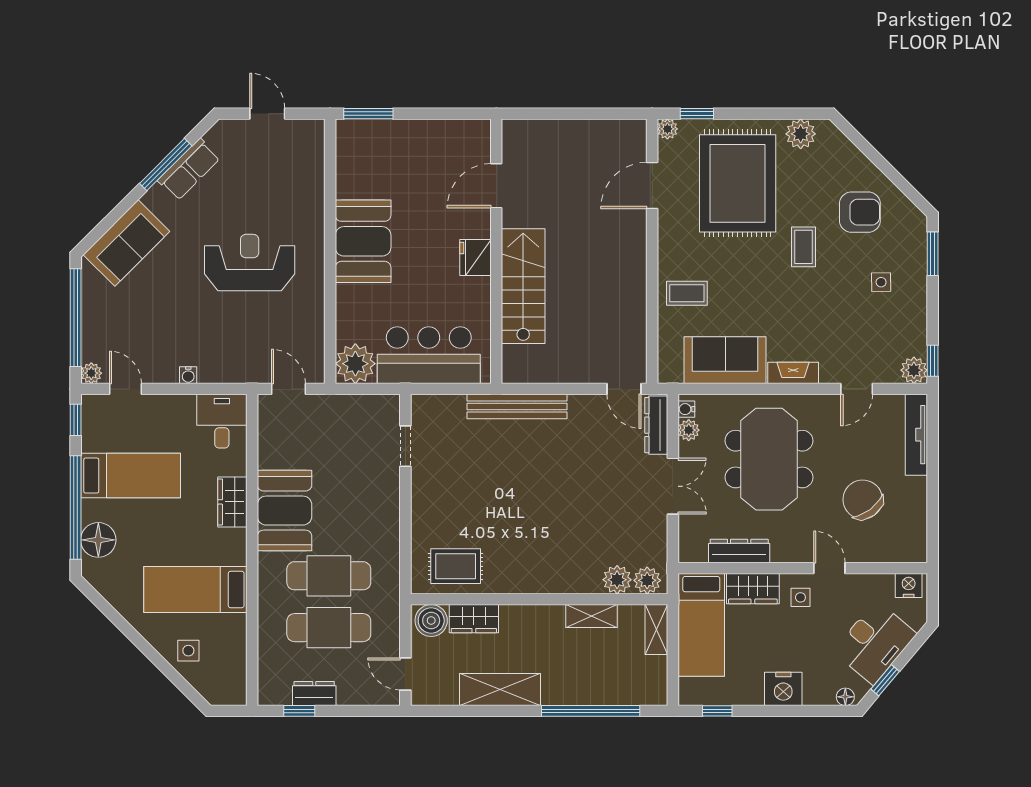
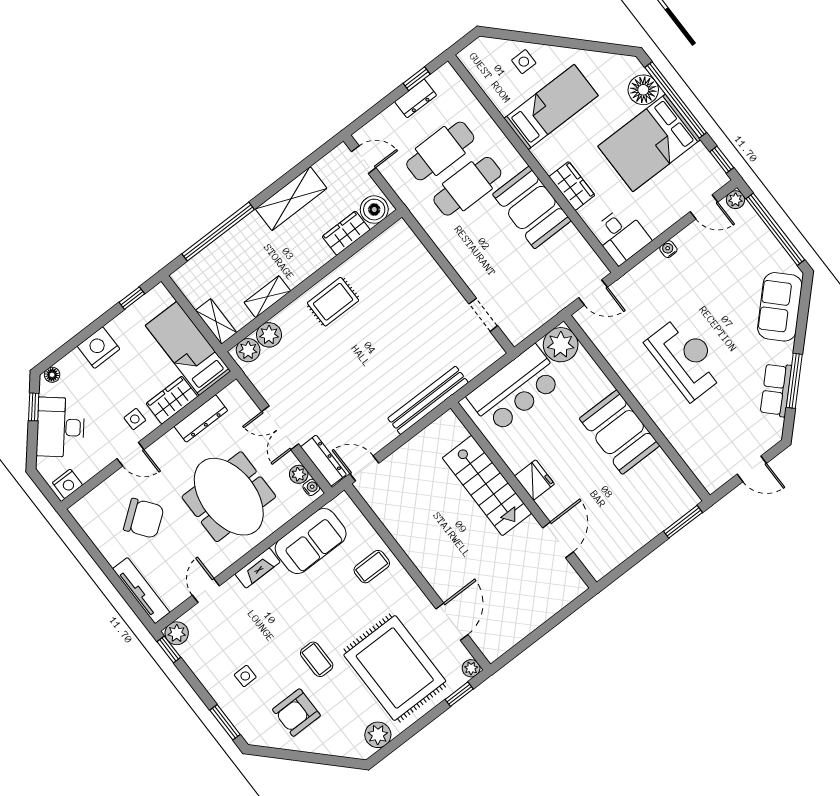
reception desk: (250, 262) -> (686, 358), turned -90
bed: (131, 476) -> (649, 143), width x1.50
rug: (456, 566) -> (333, 302), moved

